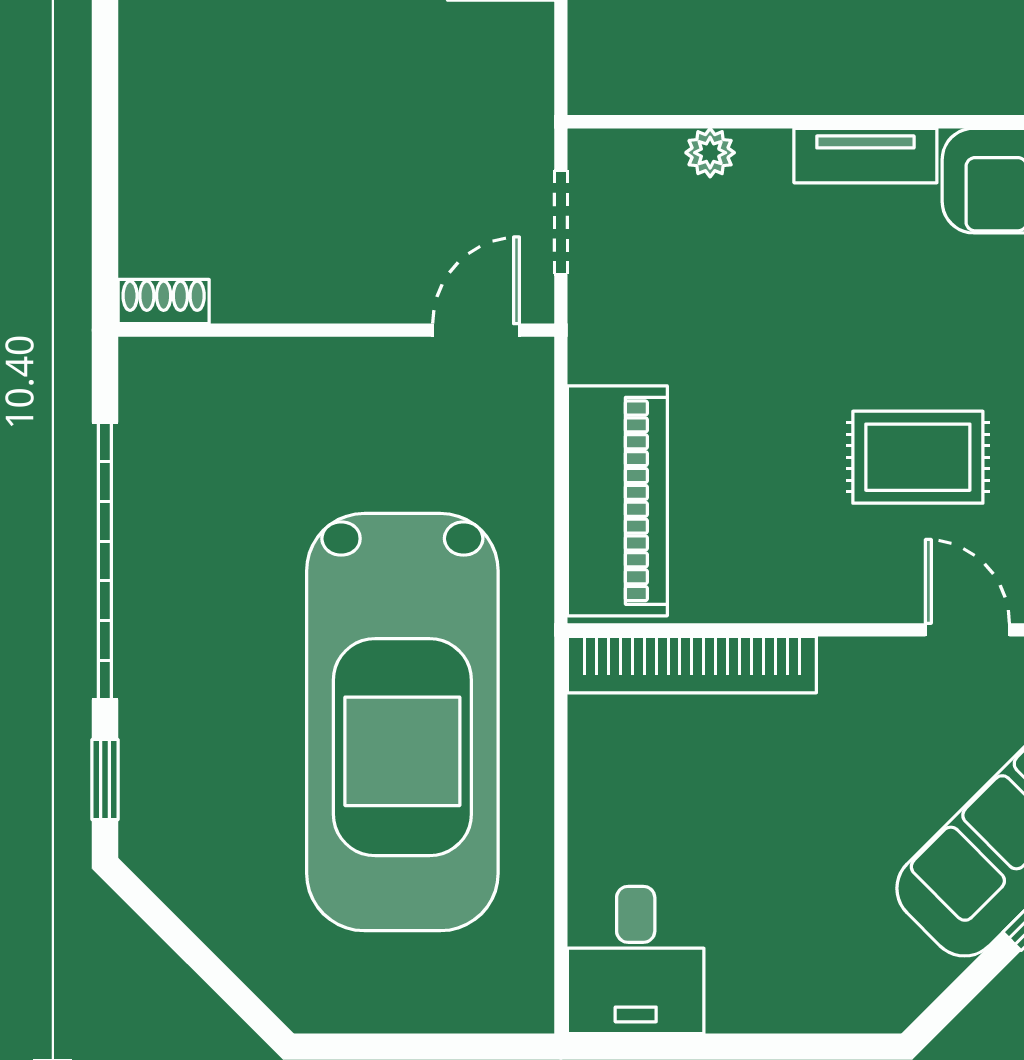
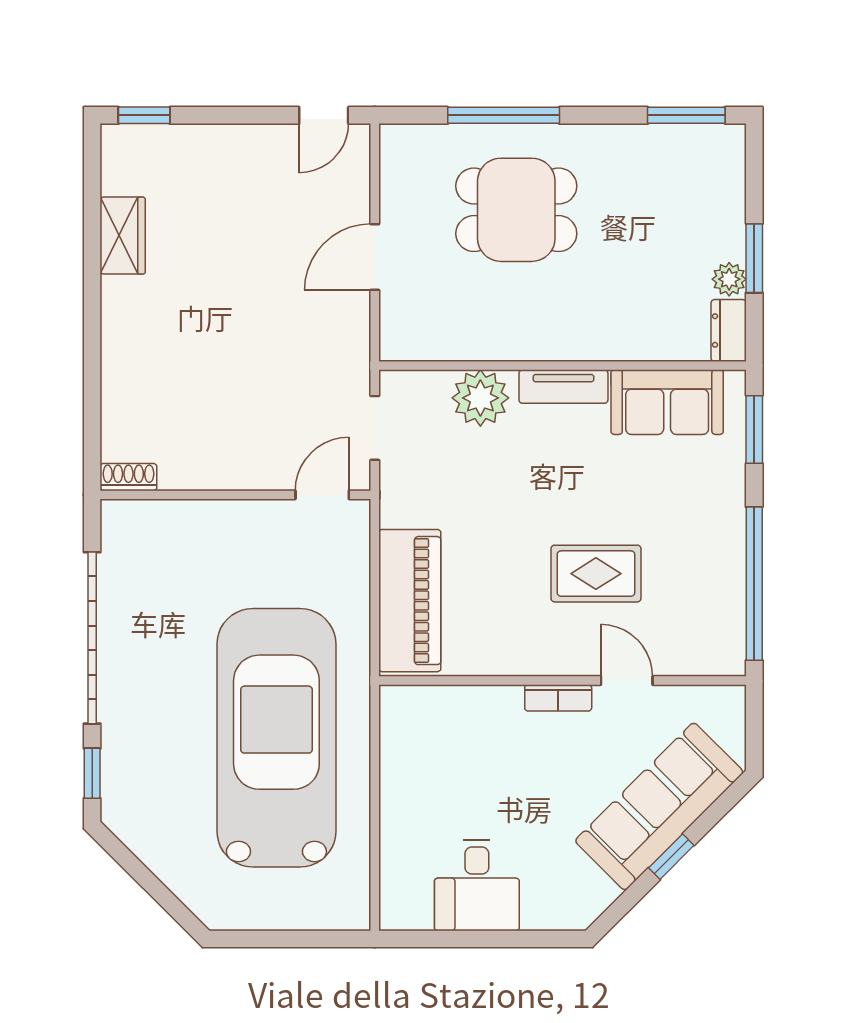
plant: (710, 153) -> (480, 398), width x1.87, depth x1.87
bookcase: (692, 665) -> (558, 698), moved, width x0.43, depth x0.76
car: (402, 722) -> (276, 738), turned 180
desk: (636, 960) -> (477, 885), moved

